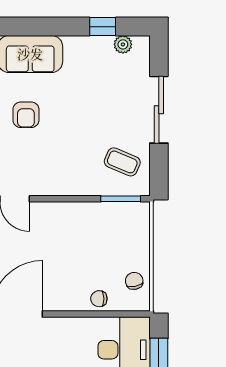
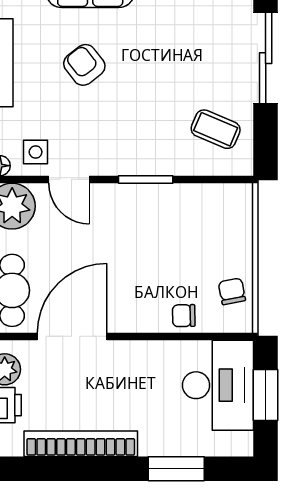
armchair: (26, 115) -> (84, 65), turned 142
window: (121, 199) -> (146, 179), moved

